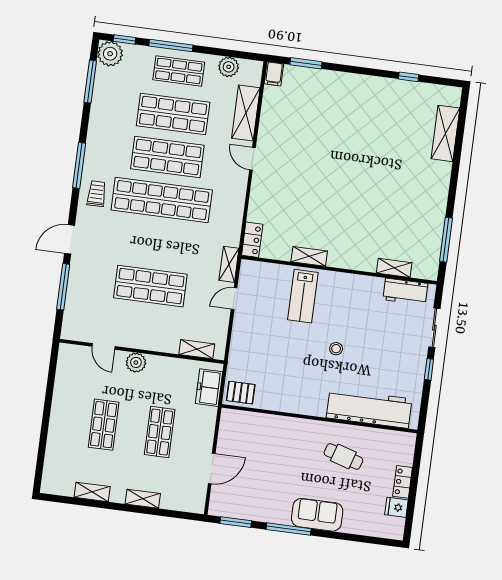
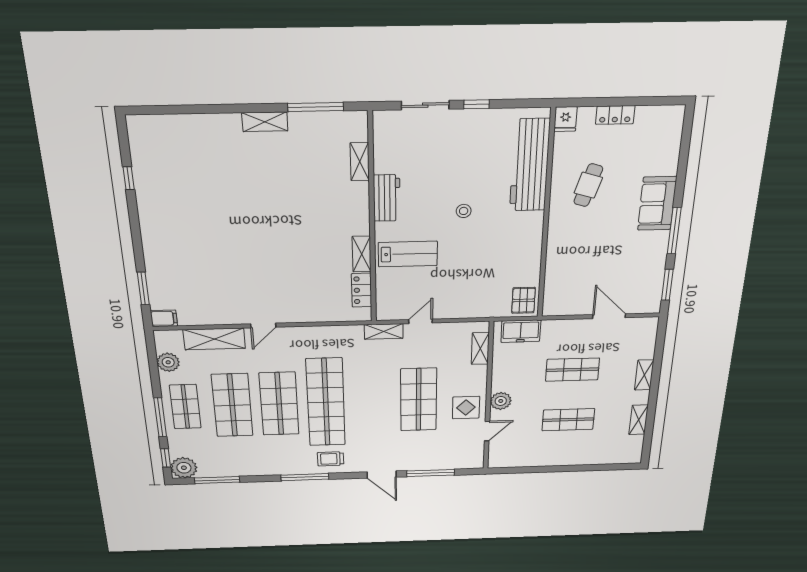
shelving: (445, 133) -> (265, 122), moved, width x0.67, depth x0.75
locker: (252, 240) -> (362, 290), moved, turned -90
workbench: (405, 292) -> (387, 198), moved
door: (234, 299) -> (421, 321), swing flipped
display table: (134, 329) -> (466, 408), added
fridge: (396, 507) -> (566, 119), moved

